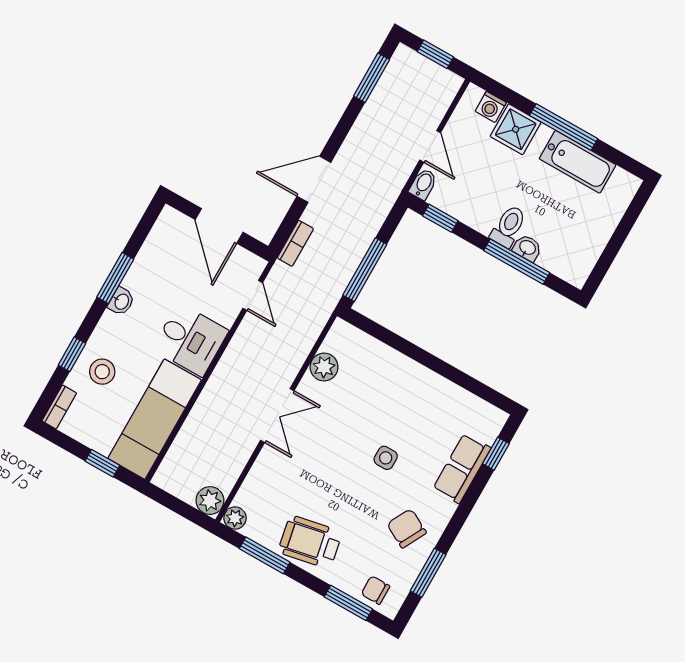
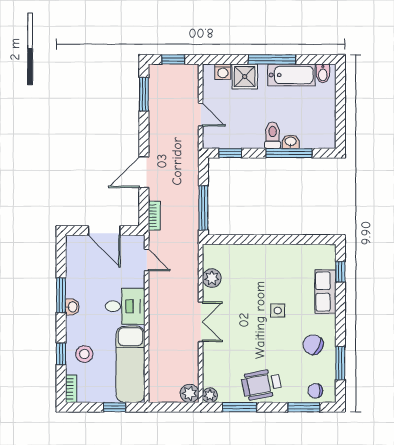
bidet: (423, 184) -> (323, 74), moved, turned 180

